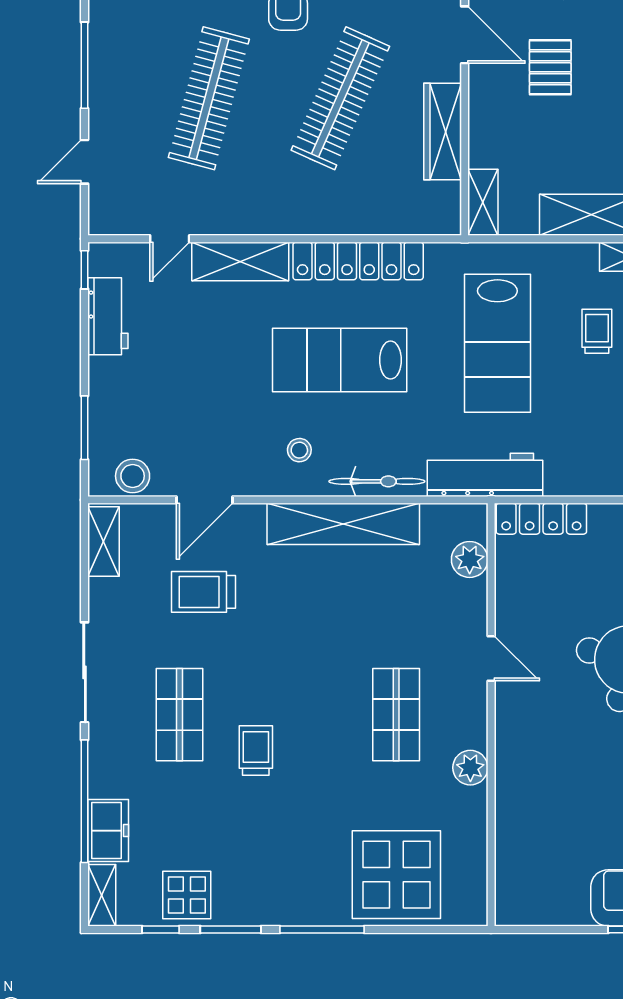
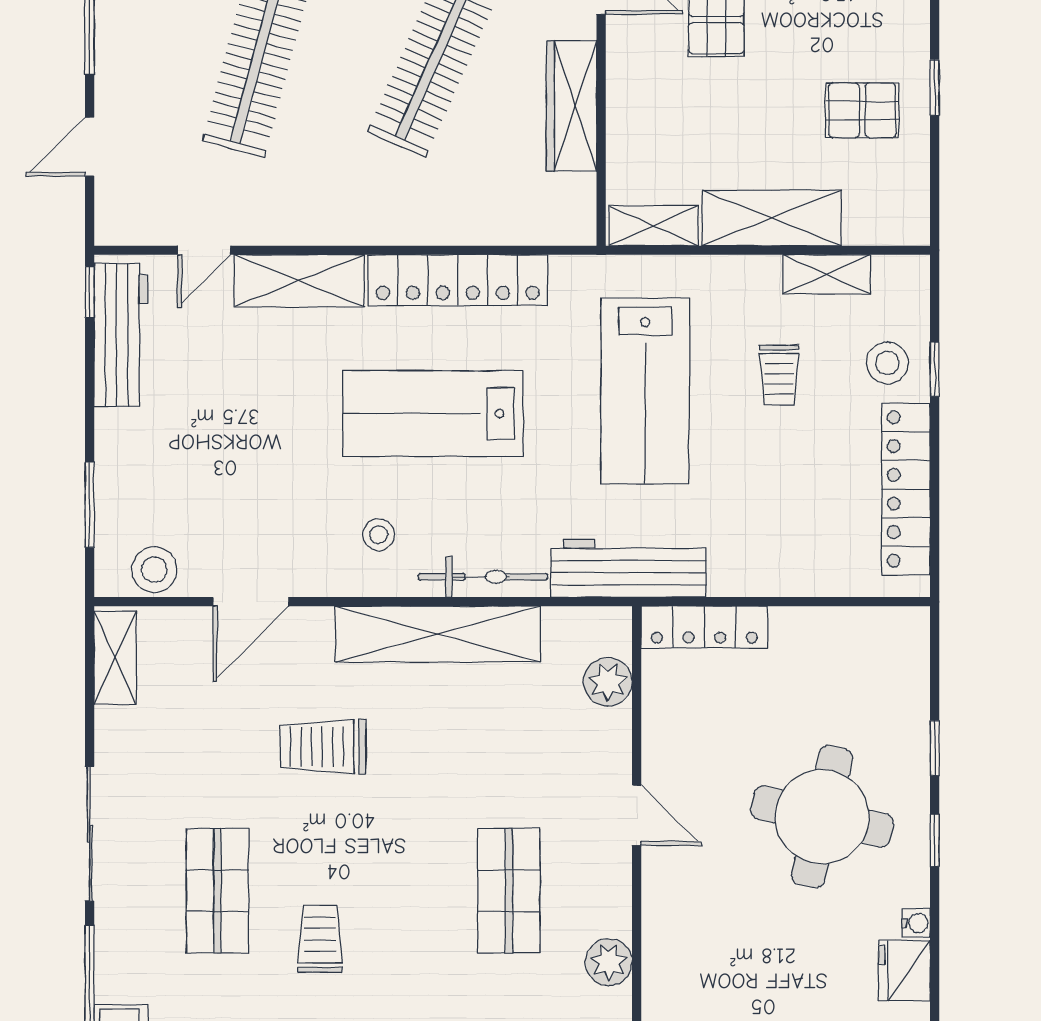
shelving: (483, 202) -> (654, 226), moved, turned 90
workbench: (108, 316) -> (121, 335), width x1.38
trolley: (597, 331) -> (779, 375), turned 180
trolley: (204, 592) -> (323, 747), moved

